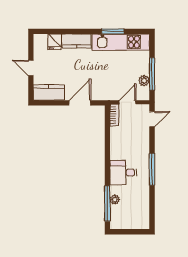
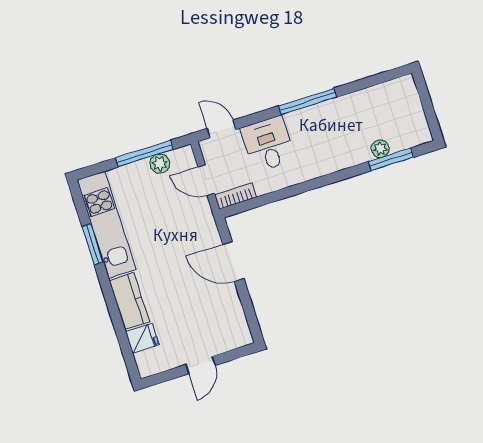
kitchen counter: (49, 93) -> (233, 320), removed
desk: (123, 173) -> (268, 144), moved, turned 180
window: (107, 203) -> (391, 159), width x0.69

